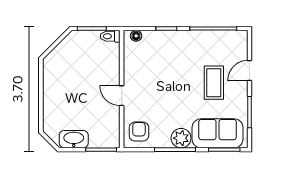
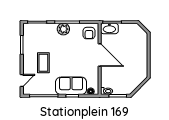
door: (249, 71) -> (22, 80), moved
door: (122, 96) -> (100, 55), width x1.88
sofa: (218, 133) -> (71, 86), moved, turned 180
washbasin: (74, 139) -> (109, 28), moved

